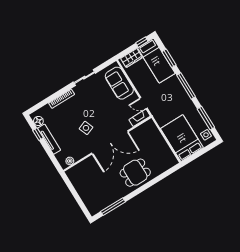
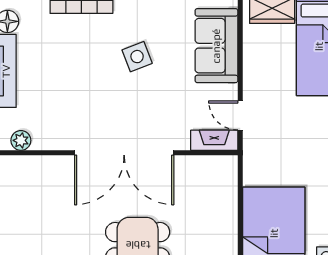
side table: (86, 128) -> (137, 57), moved

